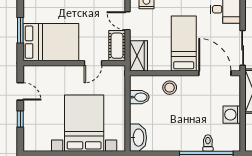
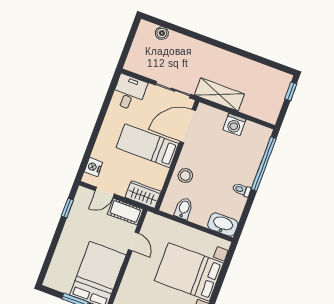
toilet: (208, 143) -> (242, 190), moved

